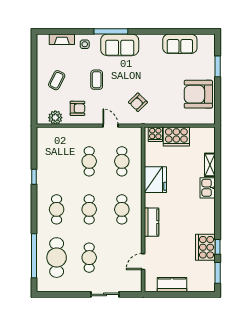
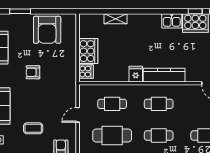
armchair: (138, 102) -> (33, 72), moved, turned 135
cafe table: (89, 161) -> (112, 135), width x1.37, depth x1.35
fridge: (155, 180) -> (136, 74), width x0.53, depth x0.75
kitchen sink: (208, 188) -> (172, 21), moved
kitchen counter: (152, 222) -> (164, 75), width x1.50

